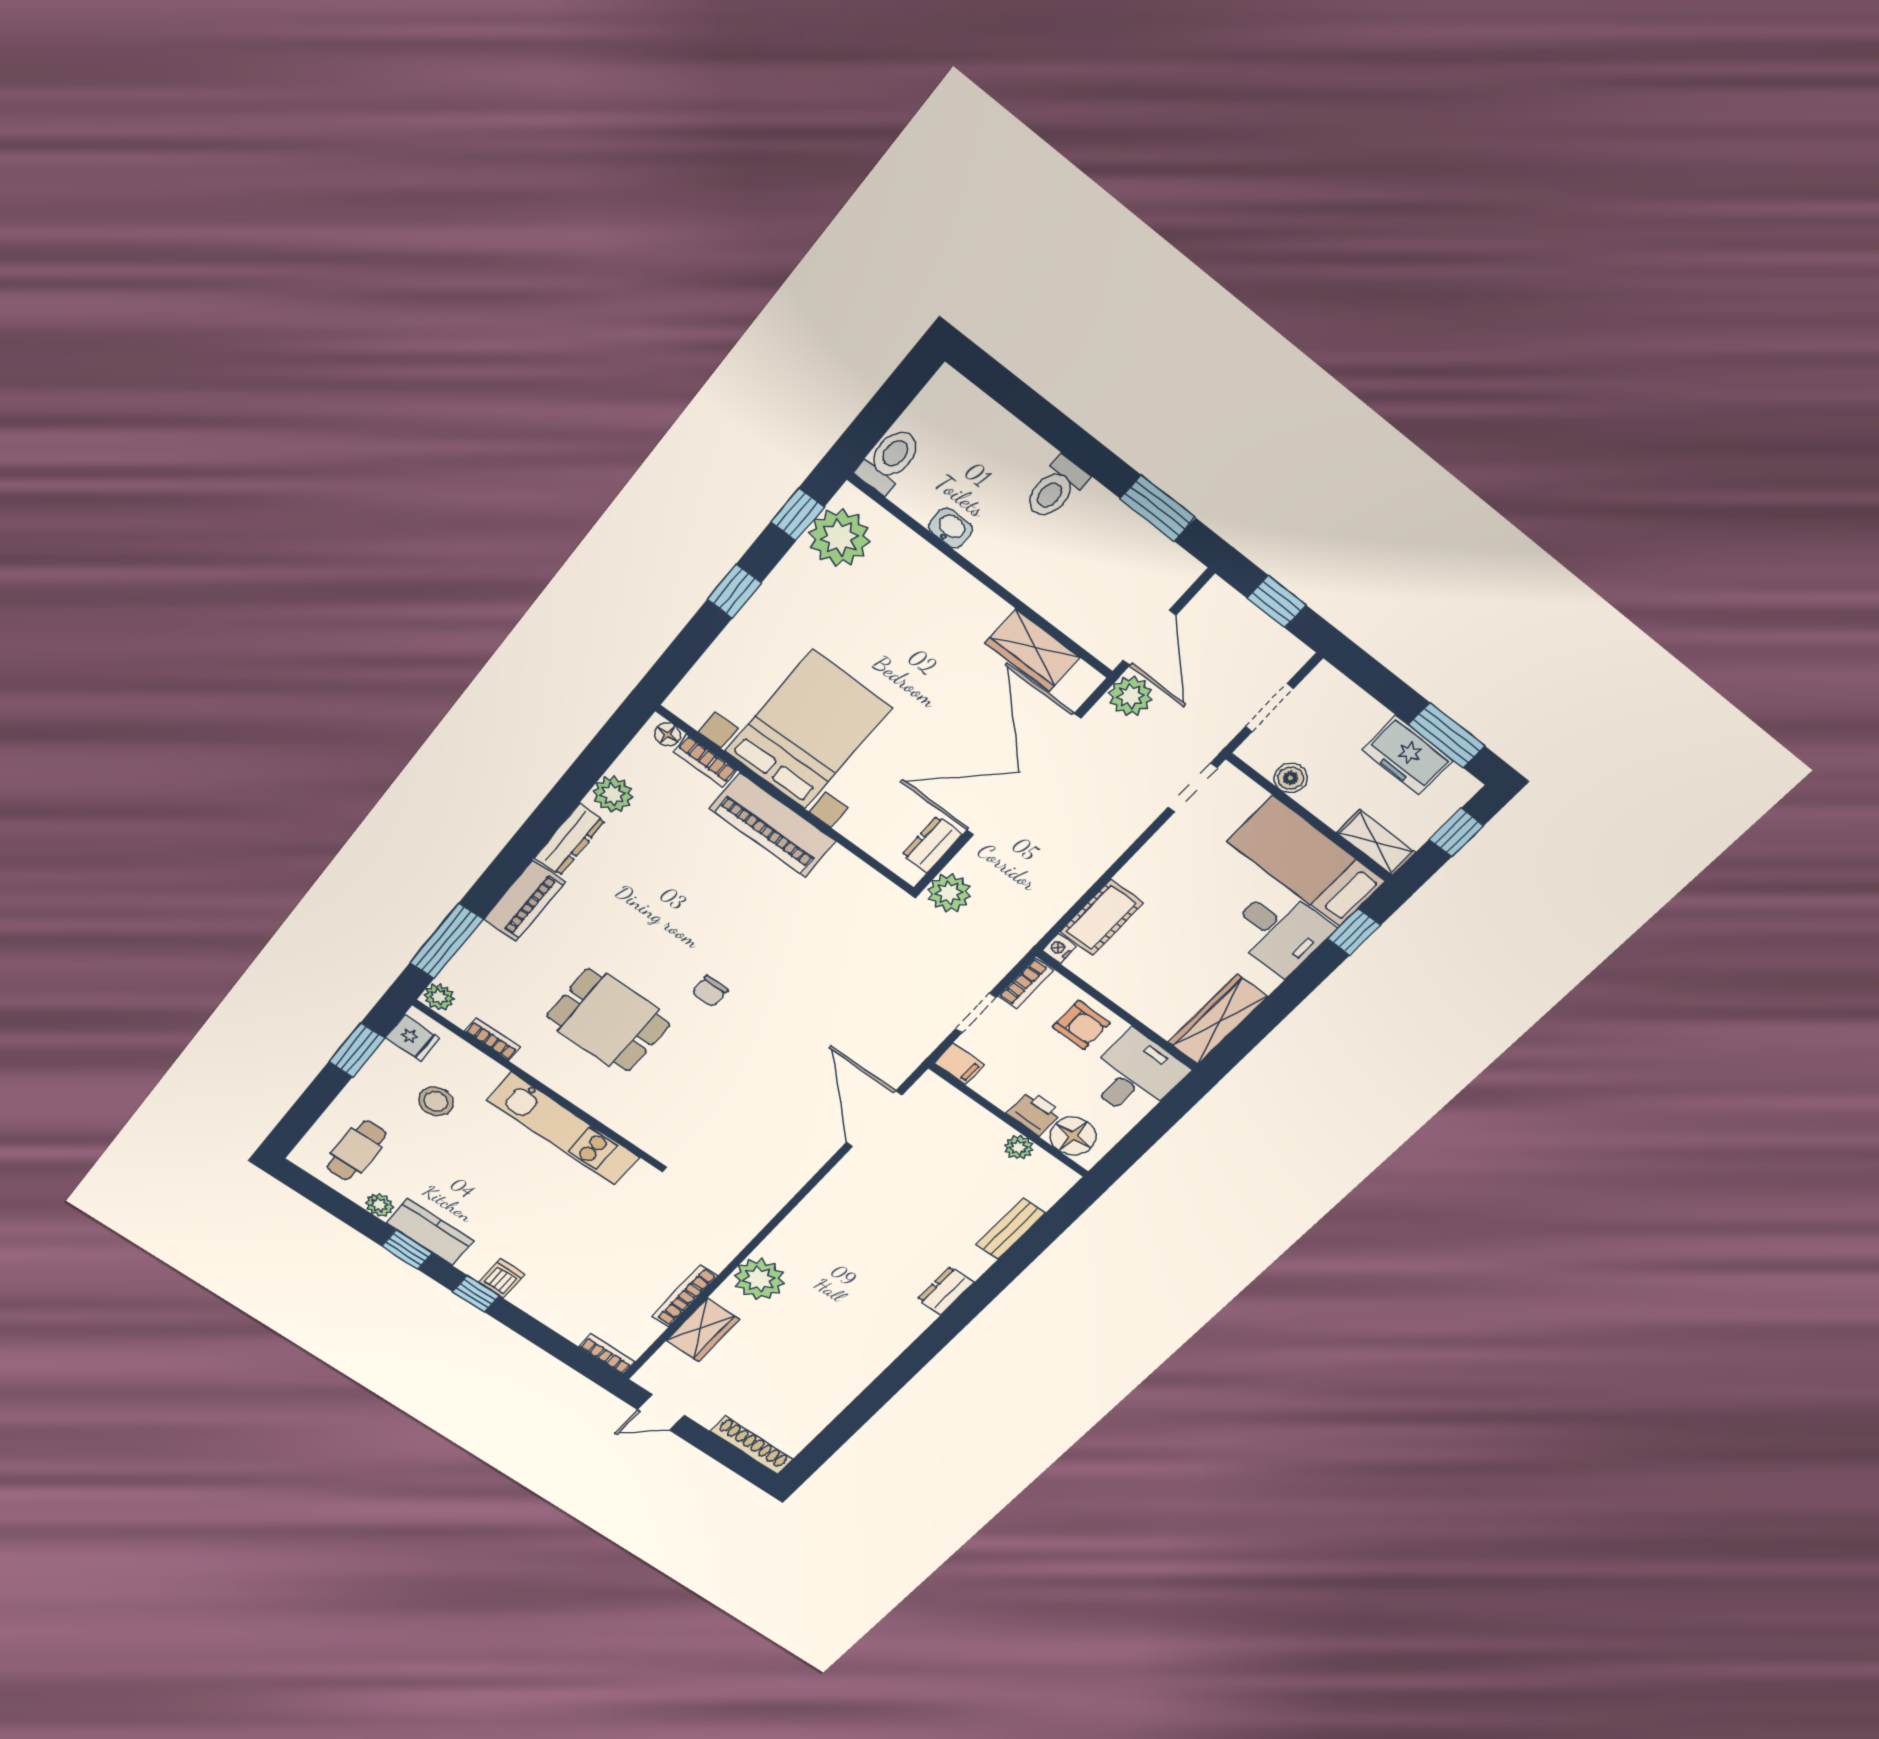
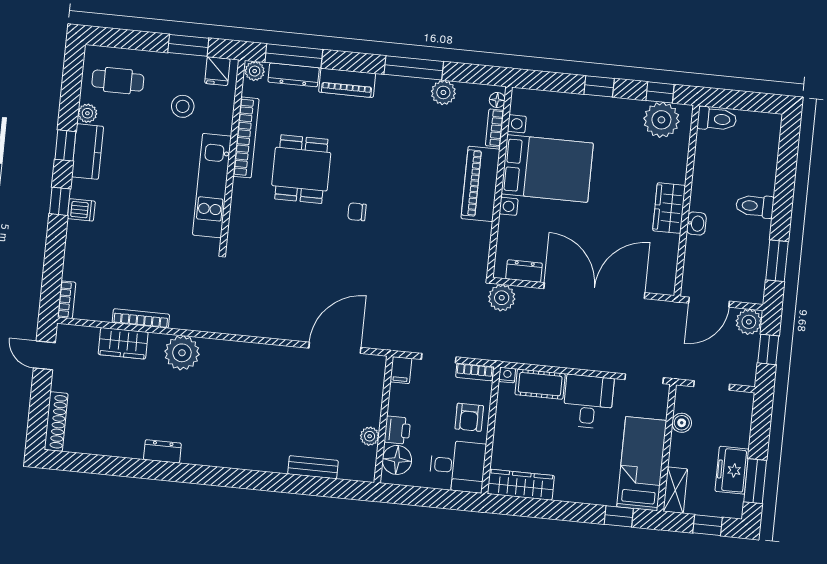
washbasin: (951, 528) -> (696, 224), moved
wardrobe: (1033, 650) -> (669, 208), moved
plant: (1130, 696) -> (749, 322), moved
window: (554, 810) -> (414, 68), added
dresser: (570, 839) -> (294, 75), moved
desk: (1280, 931) -> (588, 402), moved, turned 180
bookcase: (493, 1039) -> (246, 137), width x2.31, depth x1.31
dresser: (946, 1291) -> (162, 451), moved

